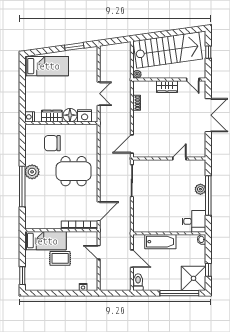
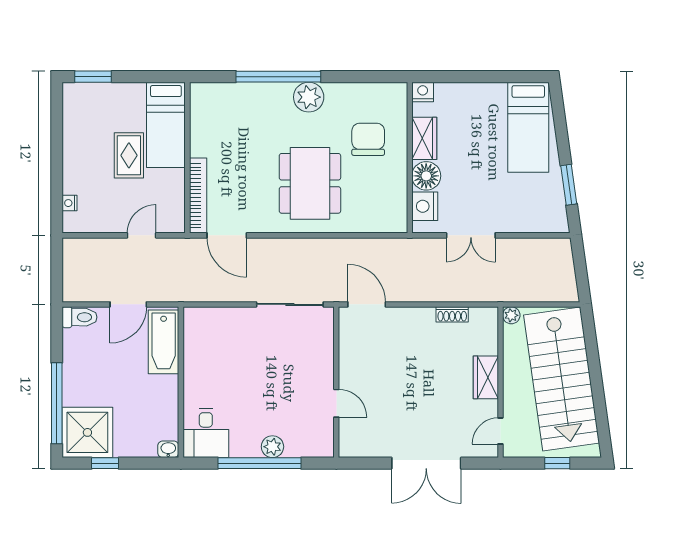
bathtub: (160, 242) -> (164, 342), moved

